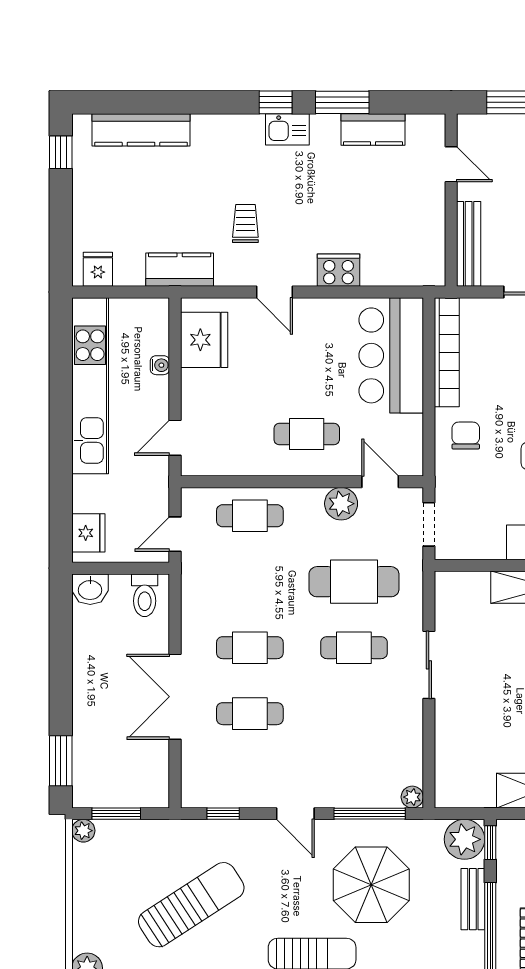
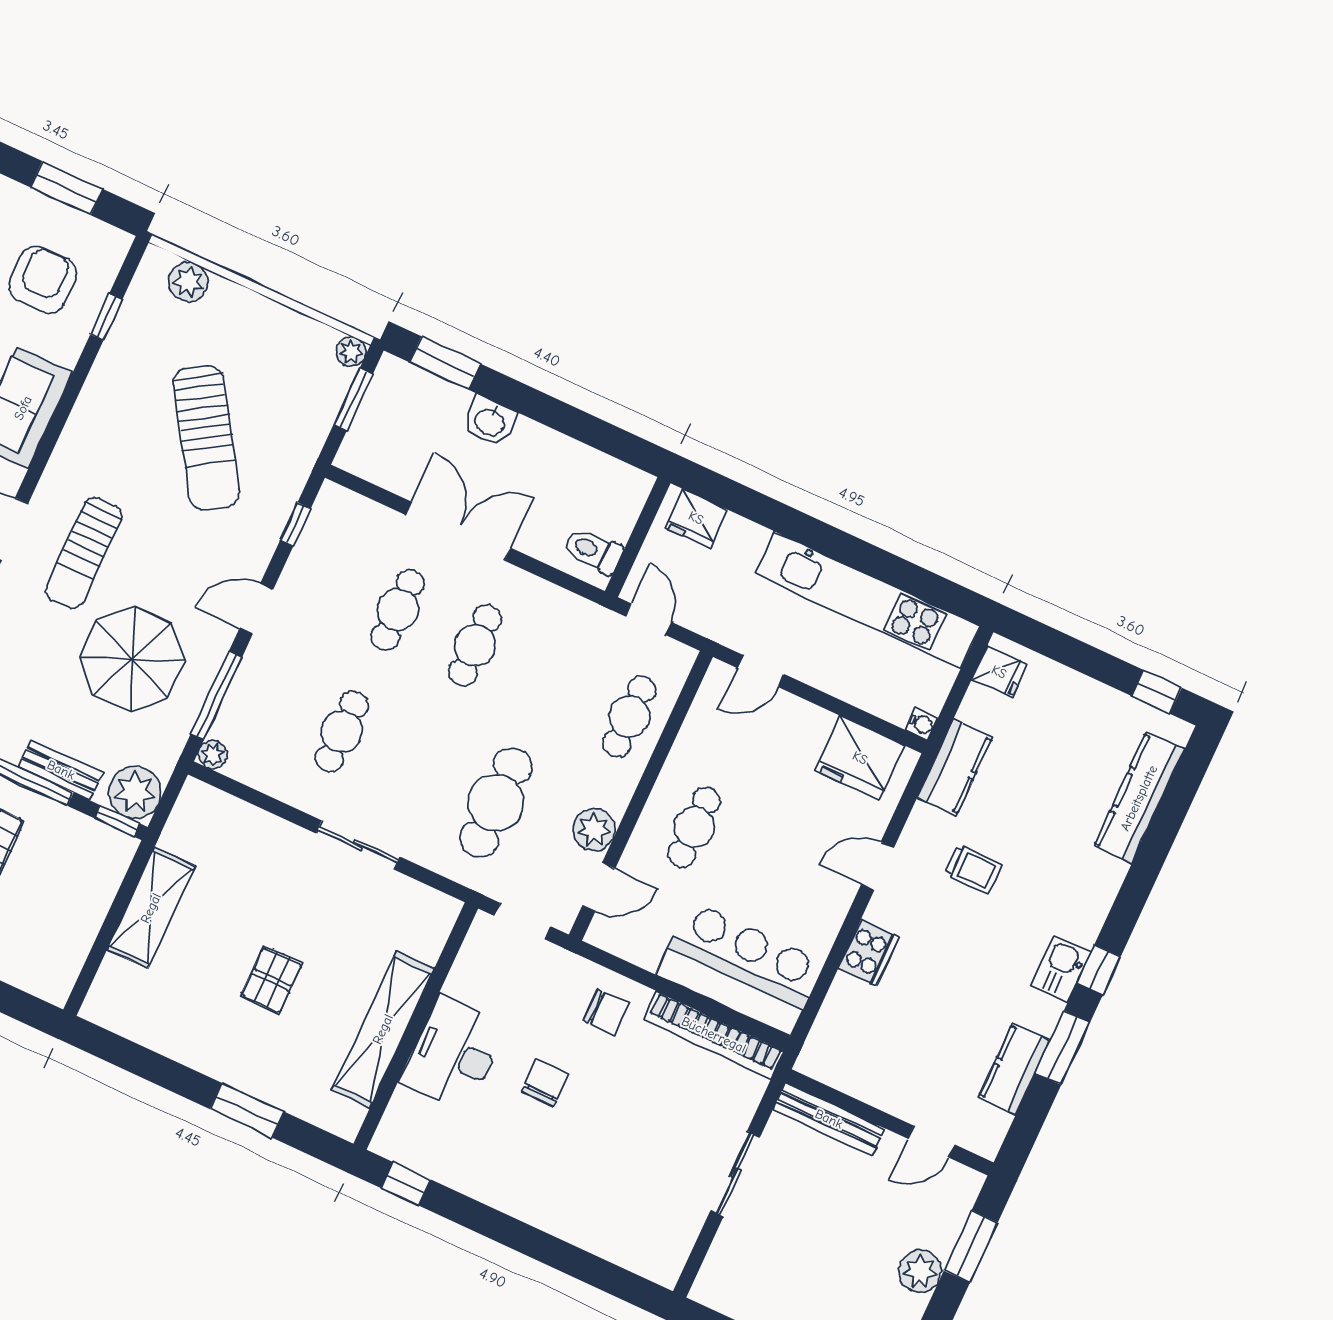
water cooler: (160, 365) -> (922, 724), moved, turned -90
door: (175, 438) -> (761, 671), swing flipped
washbasin: (90, 589) -> (490, 421), moved, turned -90
cafe table: (354, 648) -> (342, 731), moved

